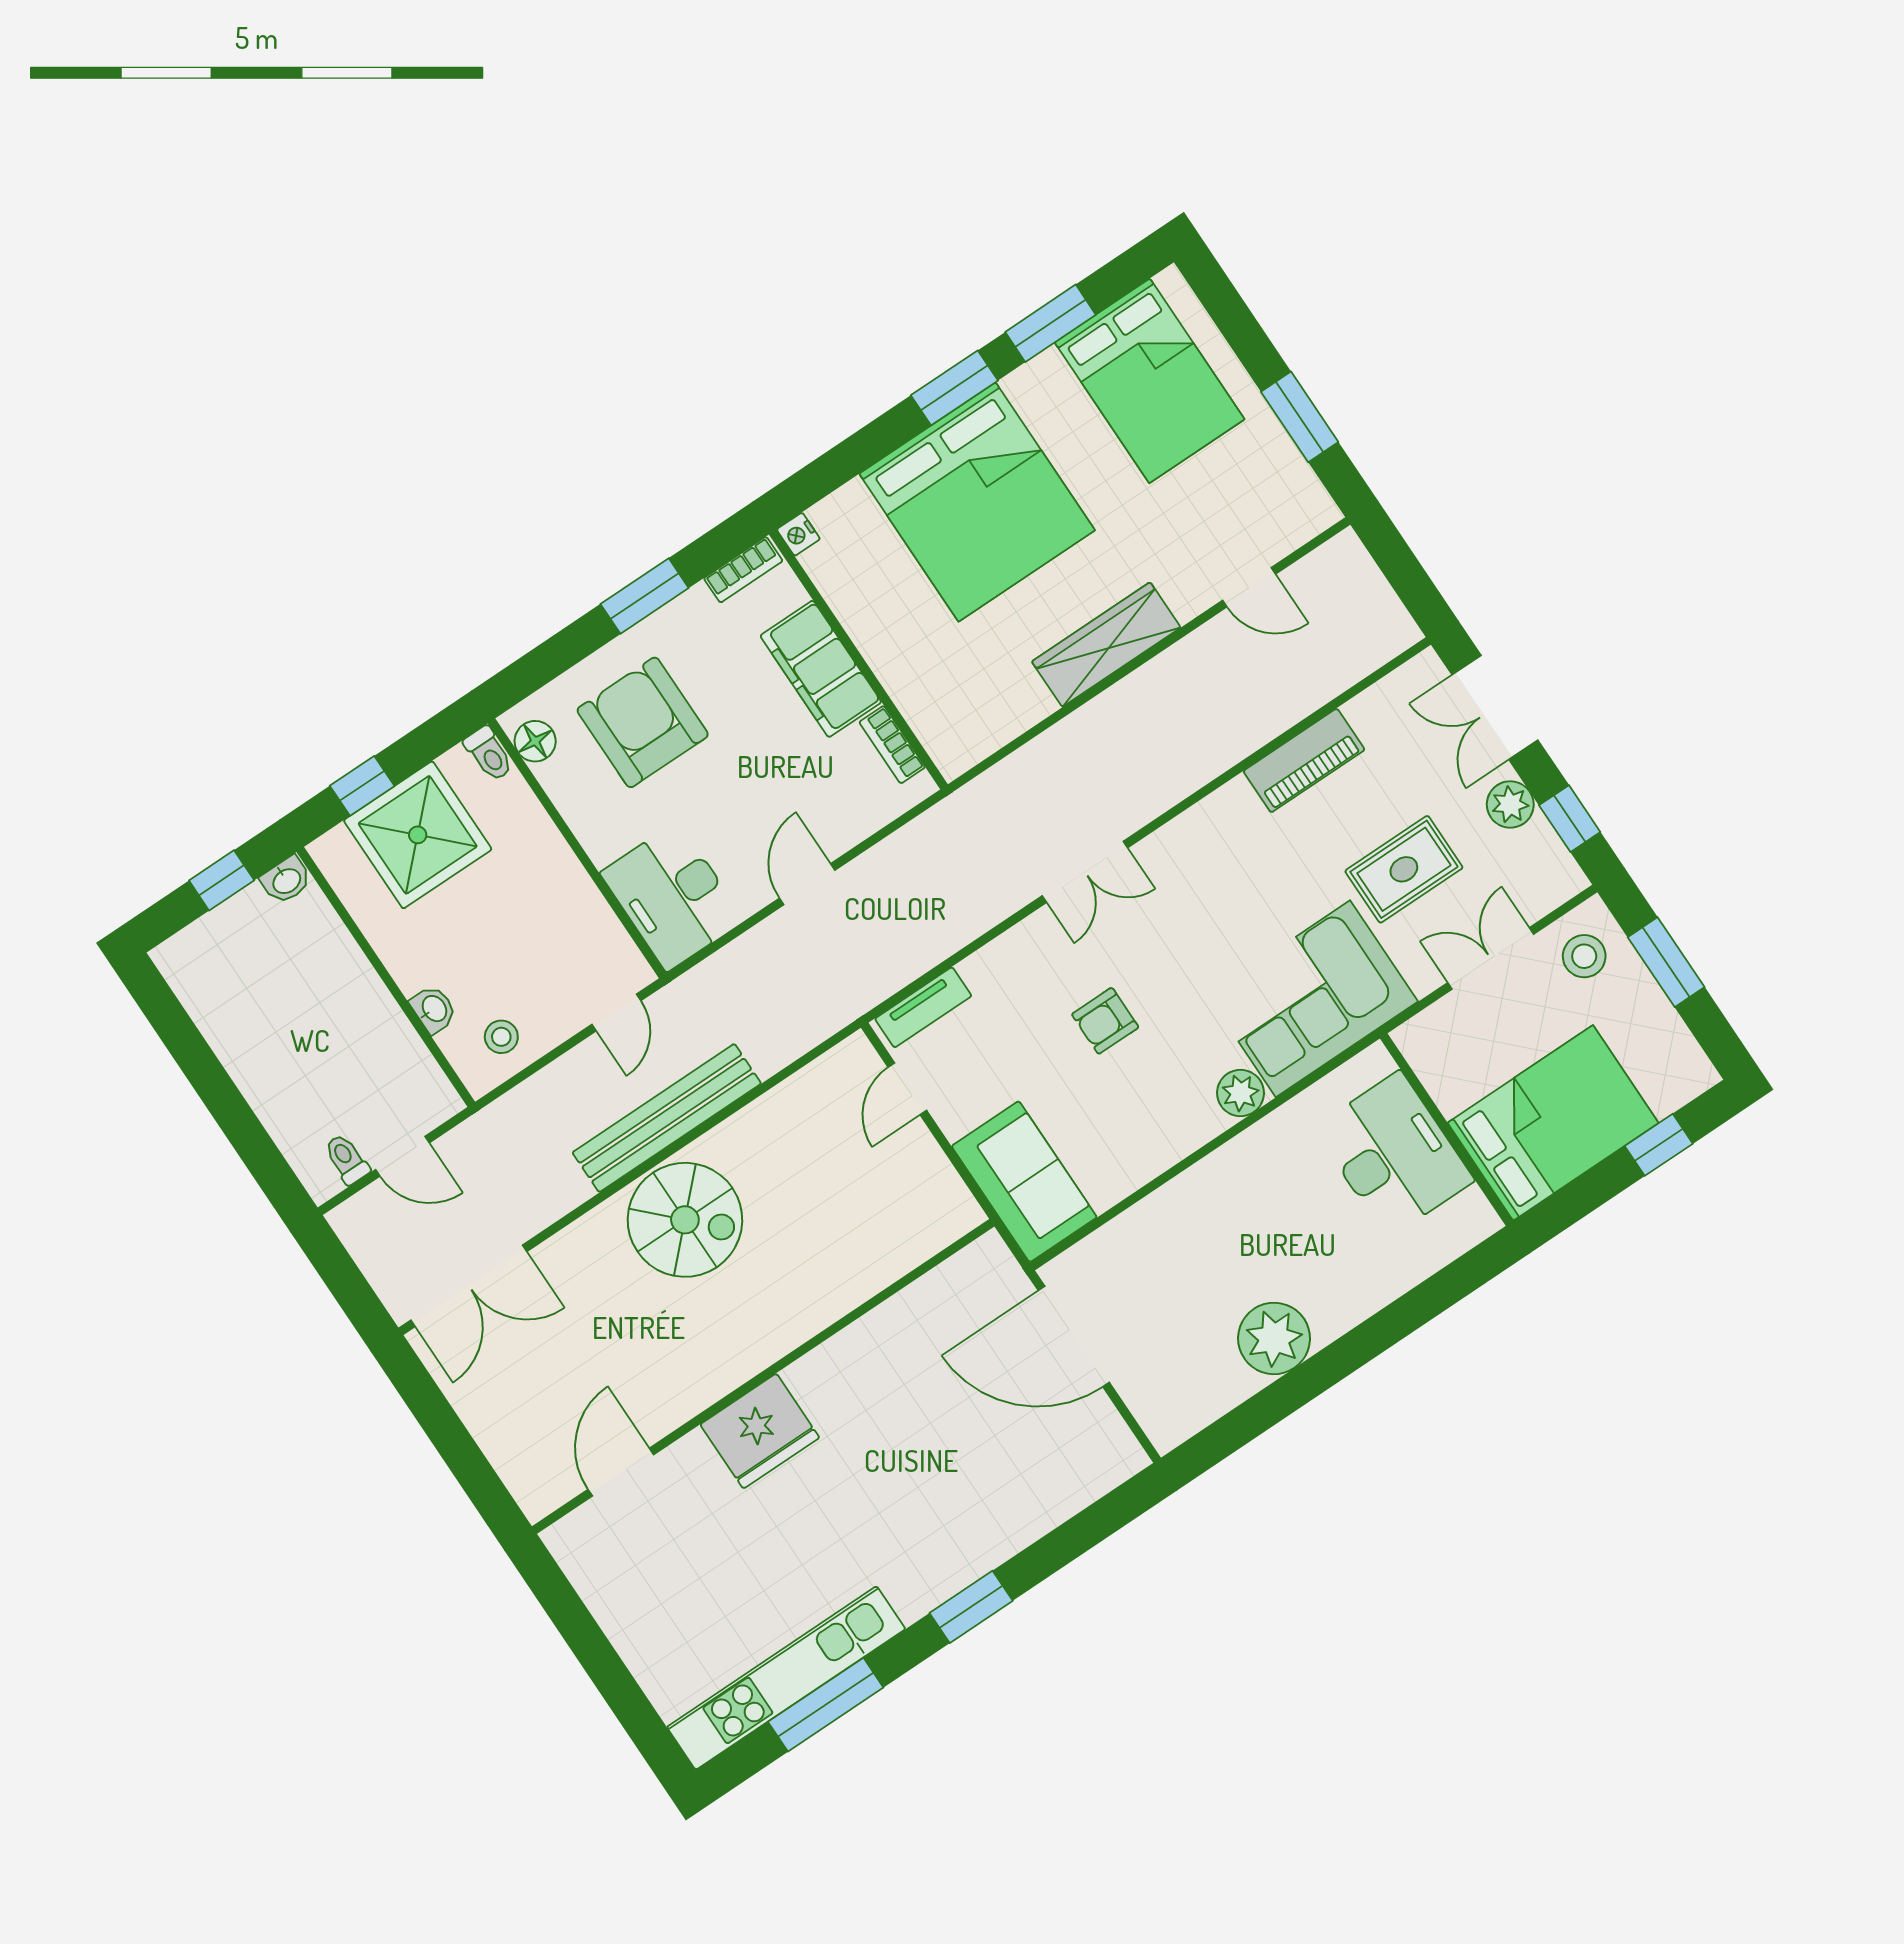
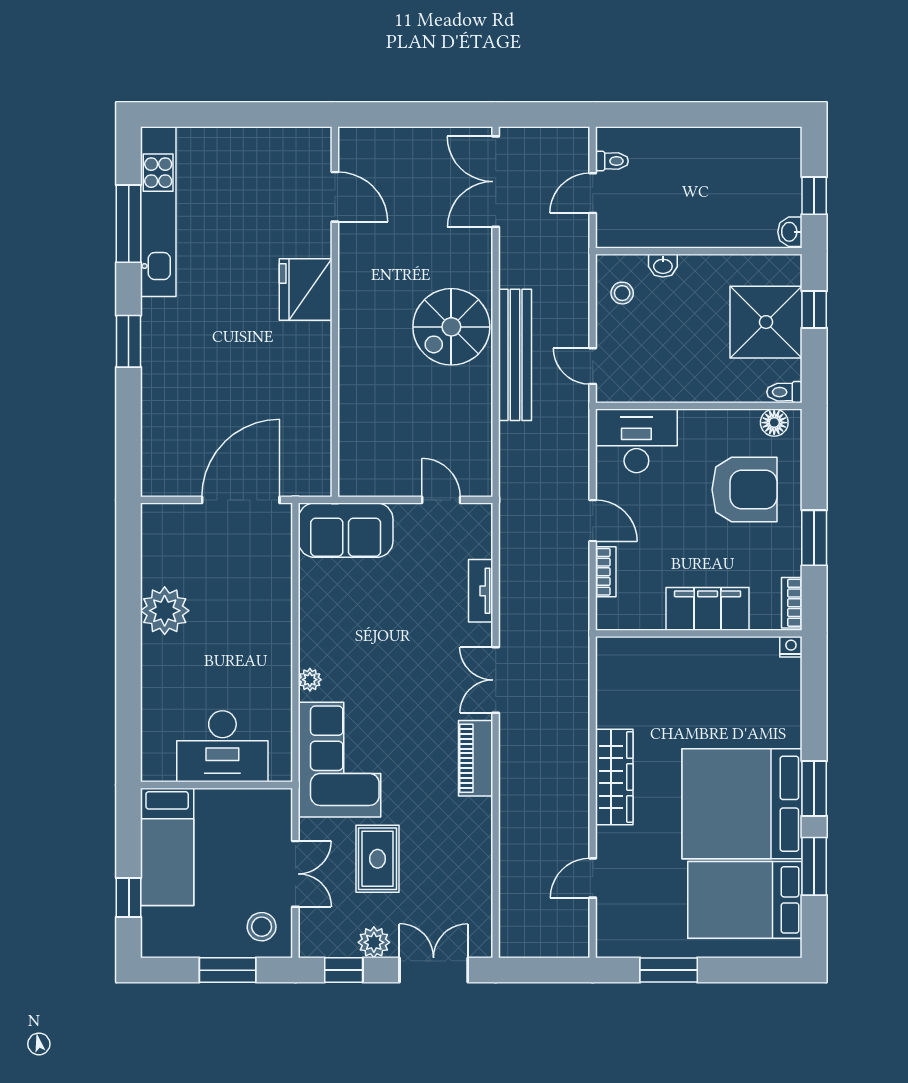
bed: (977, 502) -> (742, 804), moved
bookcase: (892, 745) -> (606, 572), moved, turned 90
piano: (1304, 760) -> (476, 758), moved
tv unit: (923, 1007) -> (481, 591), moved
armchair: (1105, 1021) -> (405, 636), removed
plant: (1240, 1093) -> (310, 680), width x0.73, depth x0.73
bed: (1553, 1123) -> (167, 847), width x0.67

